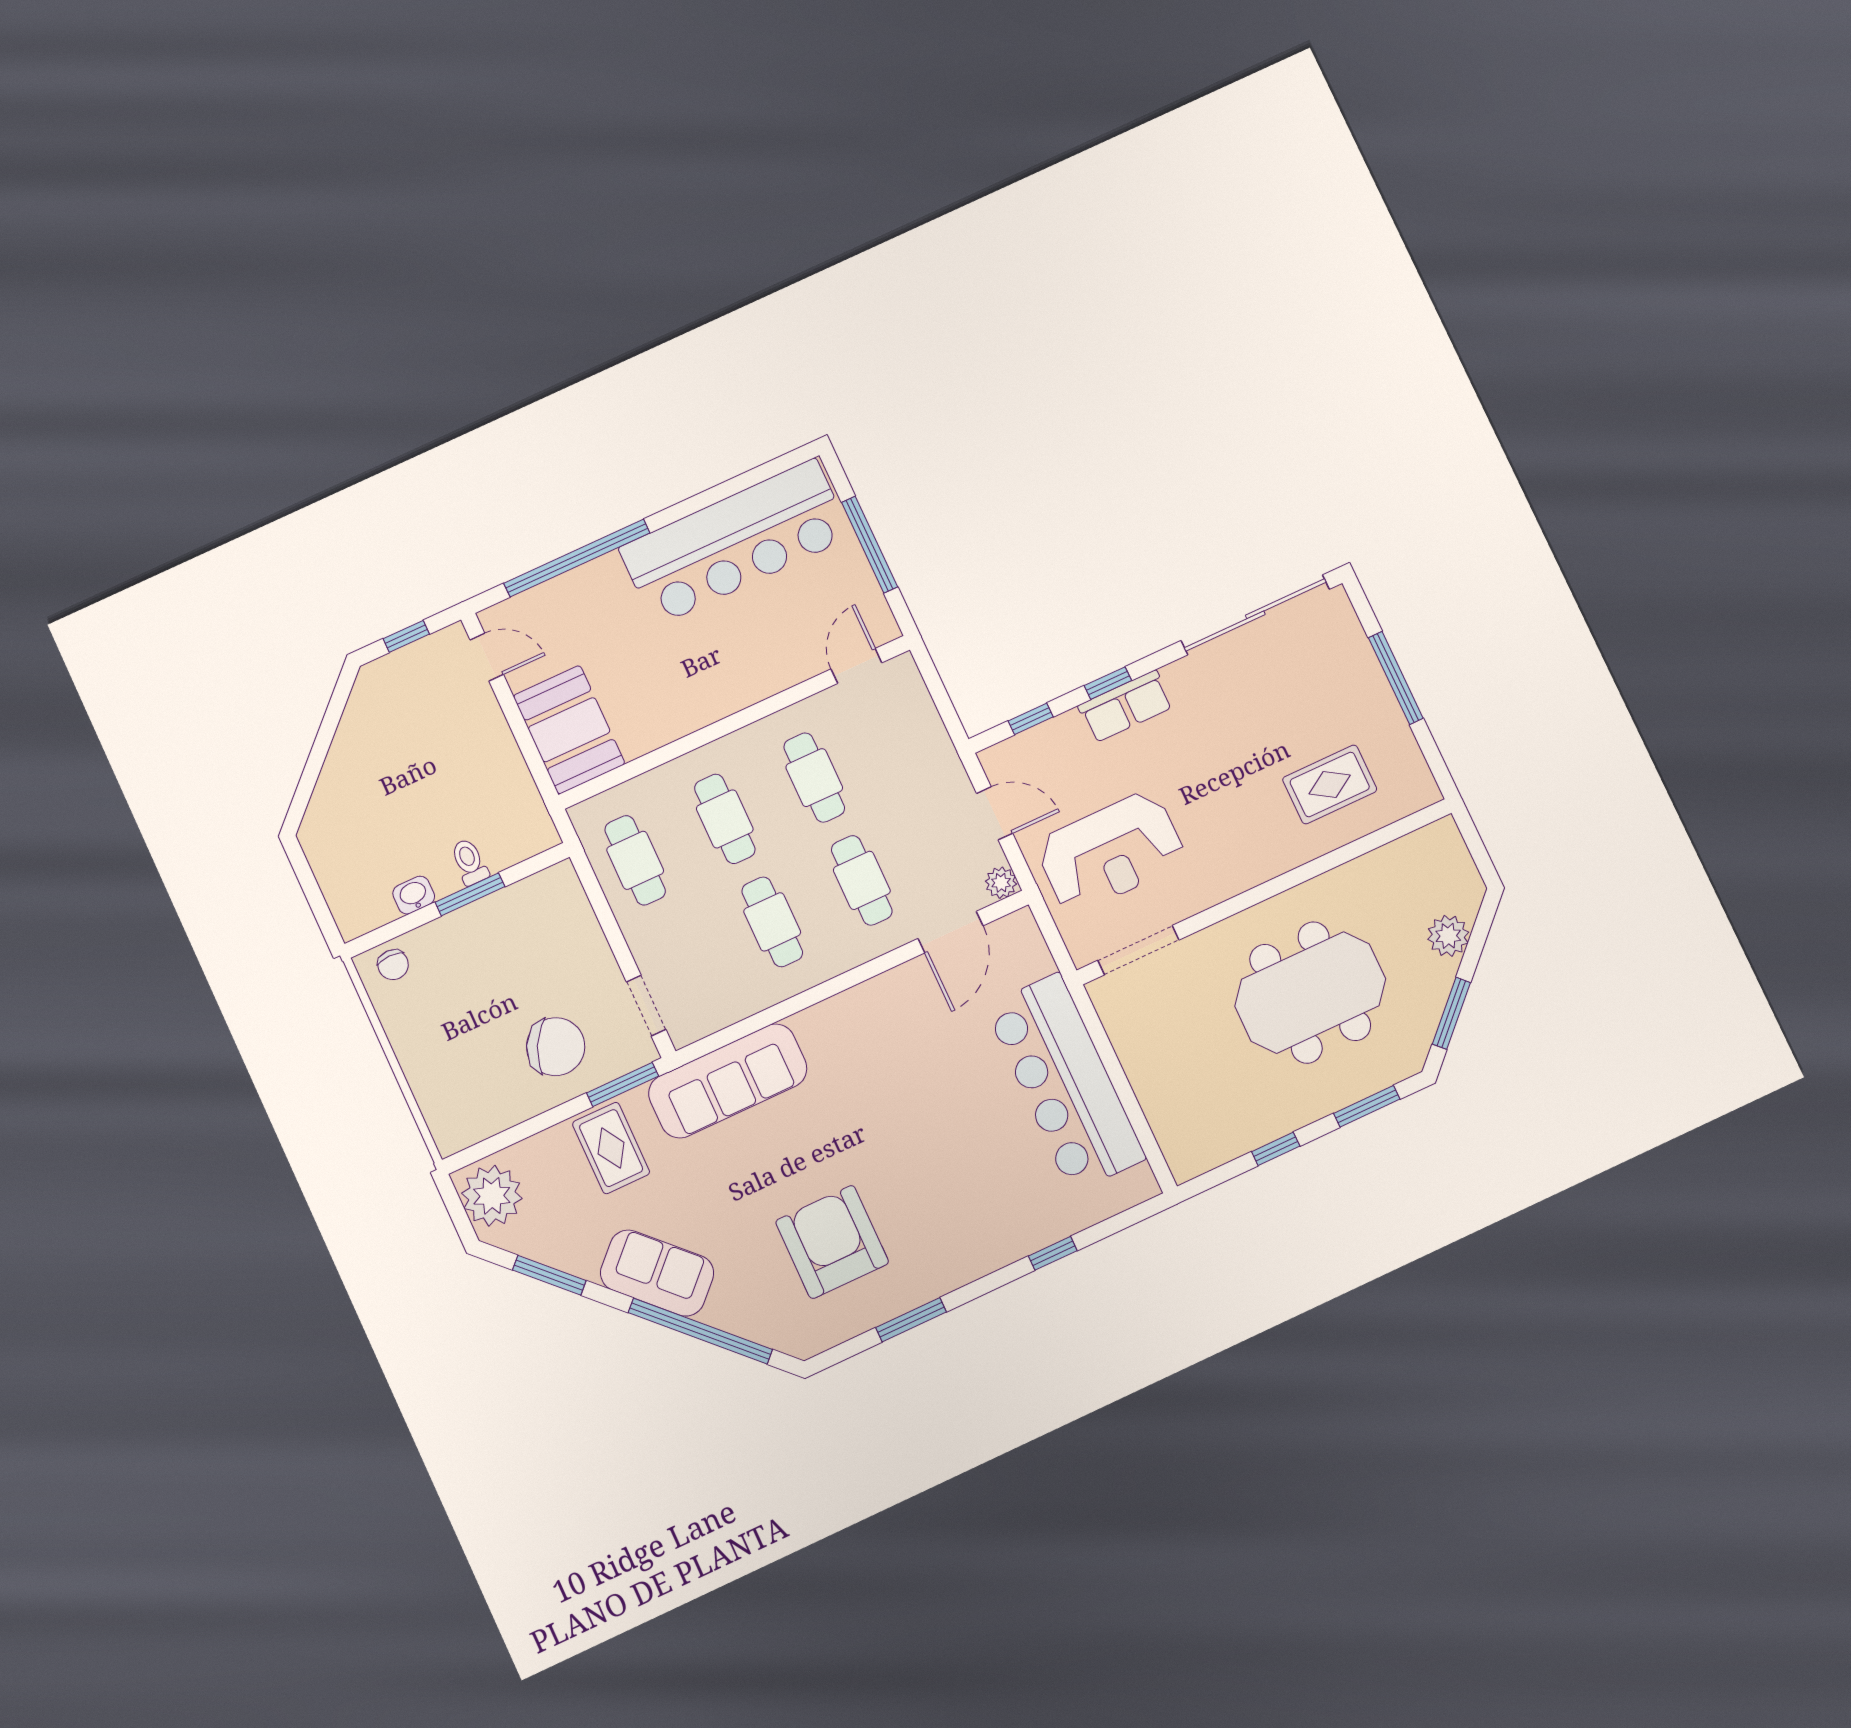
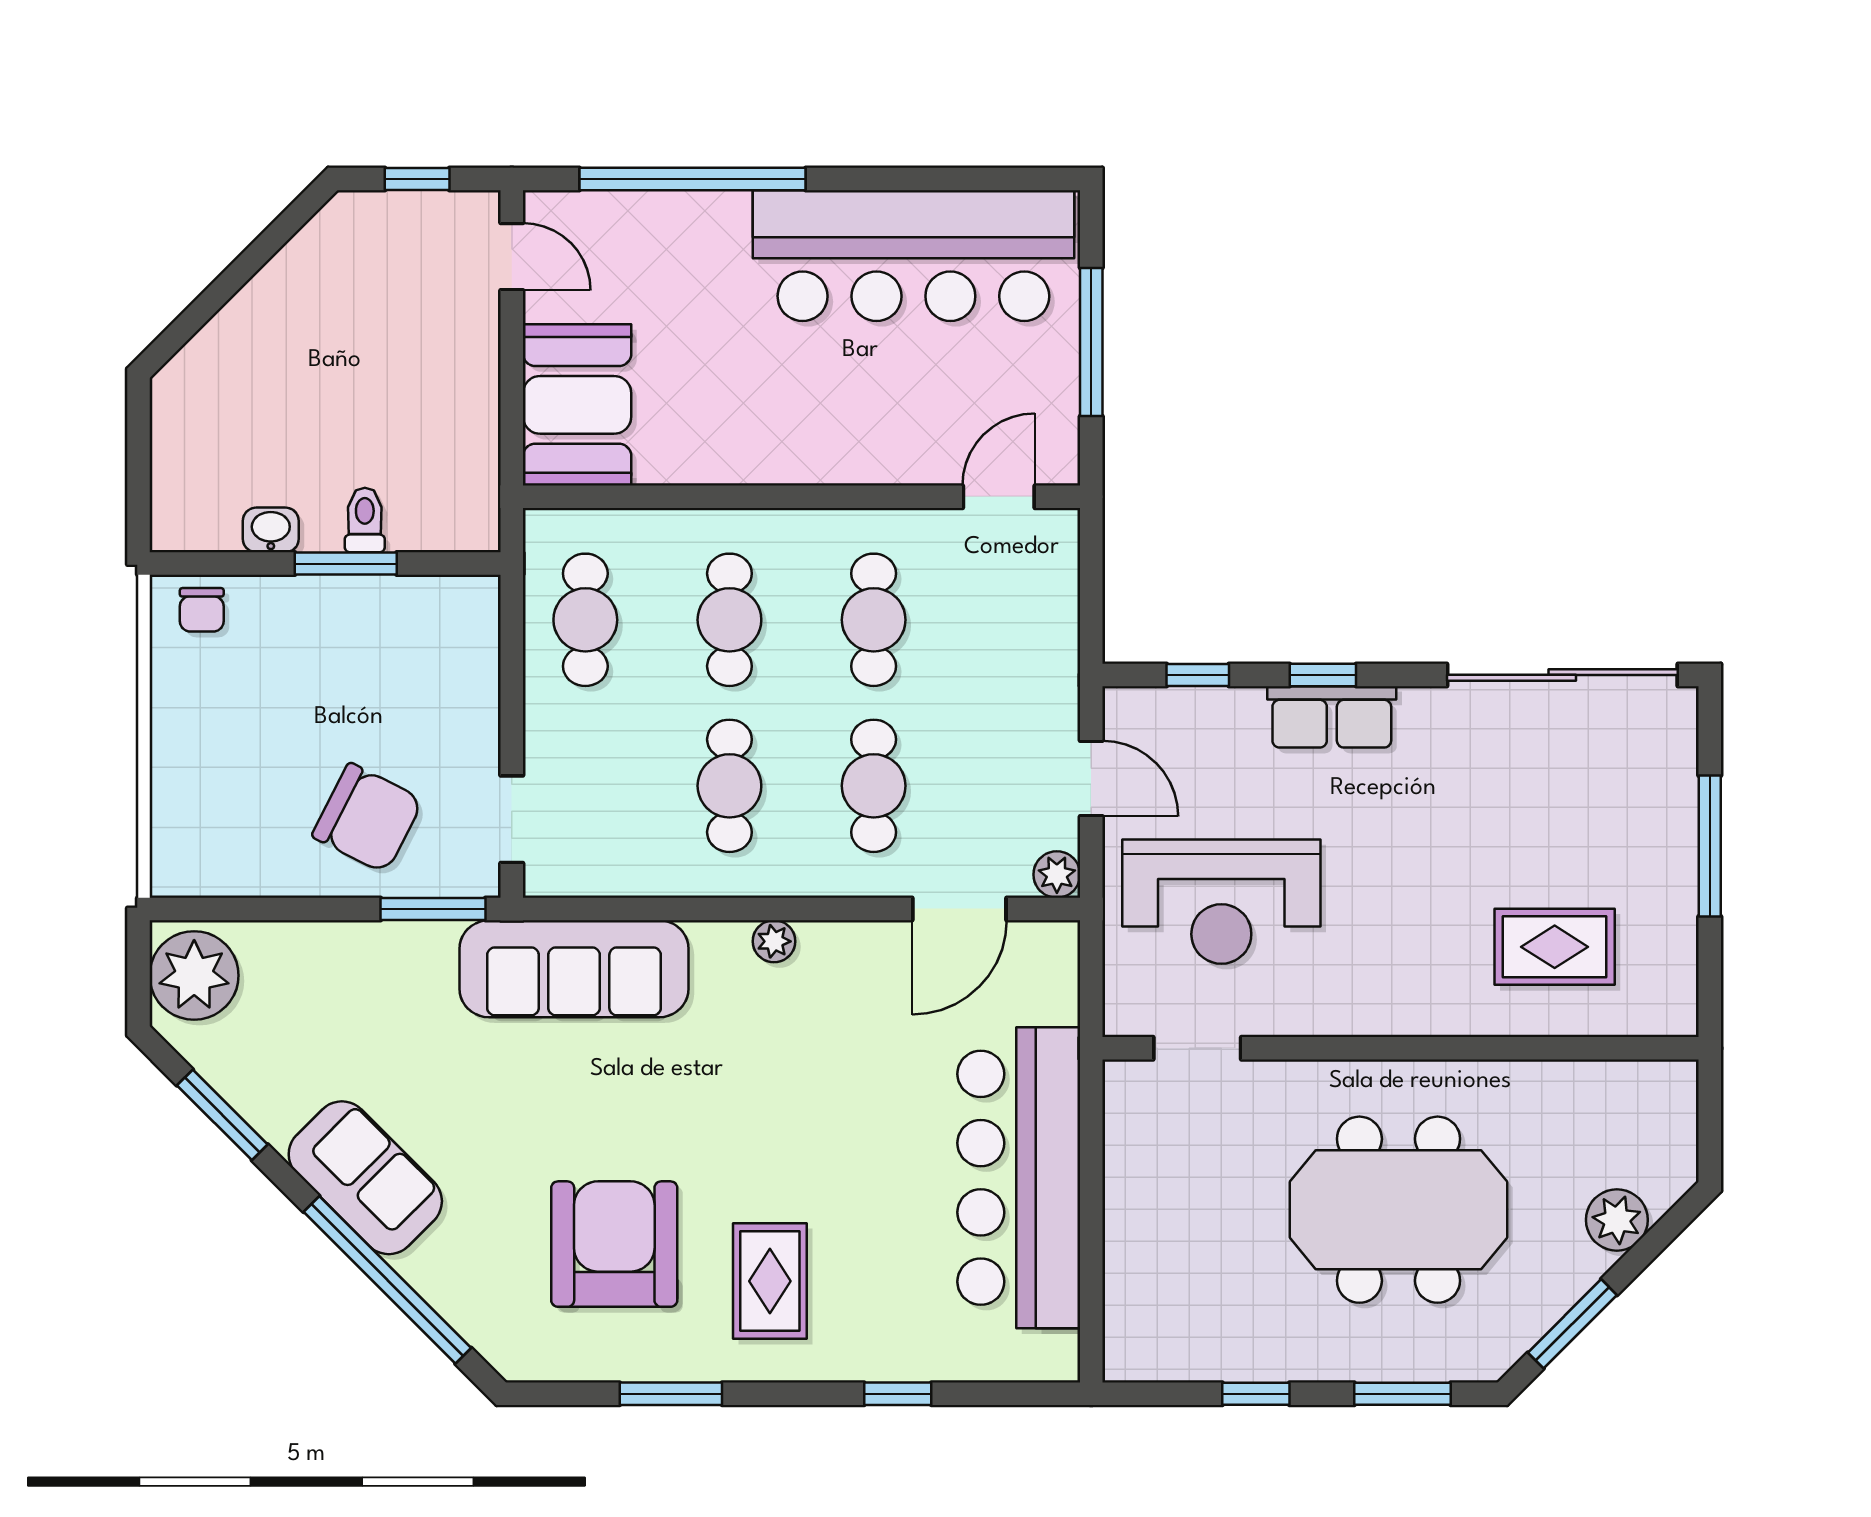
doorway: (1138, 950) -> (1197, 1048), width x0.73
plant: (845, 1006) -> (774, 941), added
rug: (611, 1148) -> (770, 1281), moved

